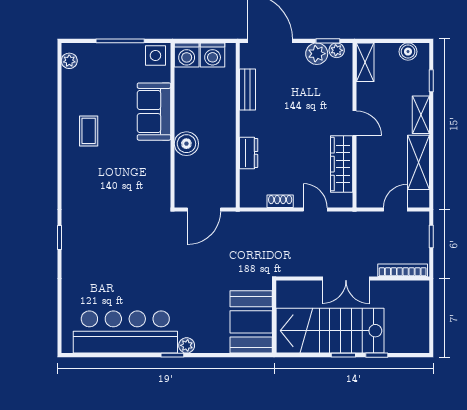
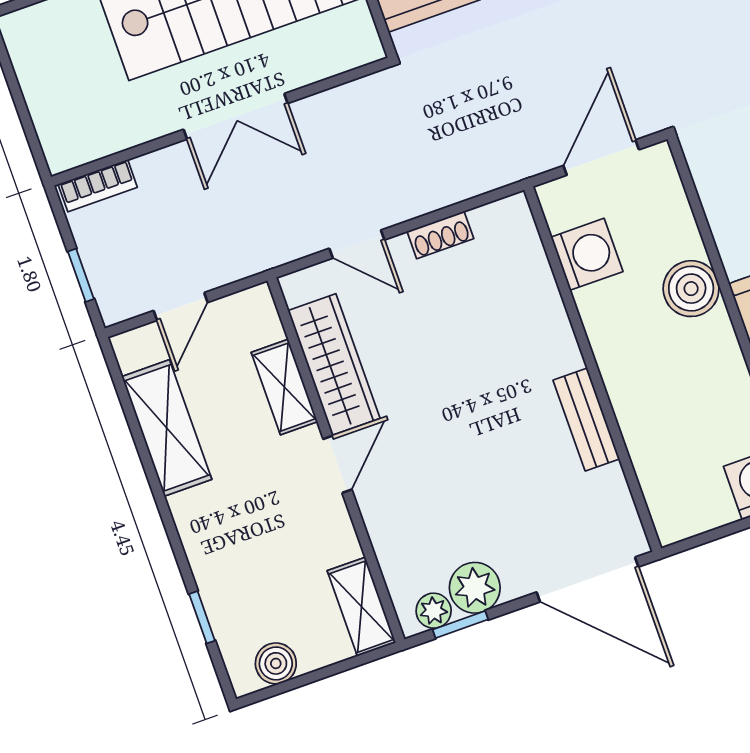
washing machine: (213, 55) -> (587, 254), moved, turned 90
bench: (247, 89) -> (586, 420), moved
shelving: (421, 115) -> (284, 387), moved
door: (355, 123) -> (337, 464), swing flipped
dresser: (249, 153) -> (547, 316), removed
bookcase: (403, 270) -> (98, 186), width x0.64
double door: (346, 278) -> (236, 116), swing flipped

